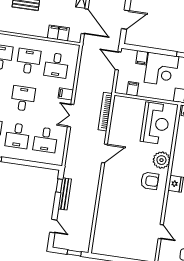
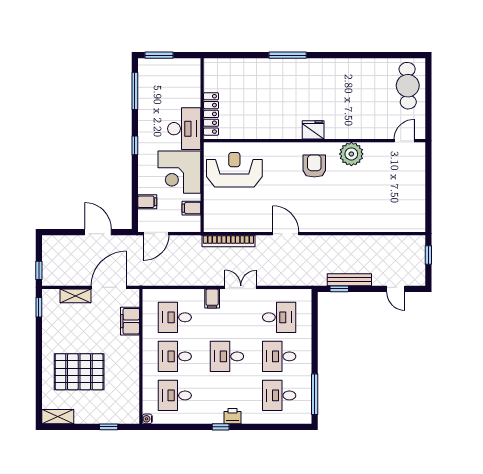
desk: (56, 65) -> (175, 317), turned 180
corner desk: (162, 69) -> (179, 172), moved, turned 180
double door: (71, 116) -> (241, 287), swing flipped
desk: (17, 136) -> (279, 356), turned 180
plant: (161, 160) -> (351, 154), moved
door: (53, 226) -> (396, 289), swing flipped
door: (161, 232) -> (404, 141), moved

